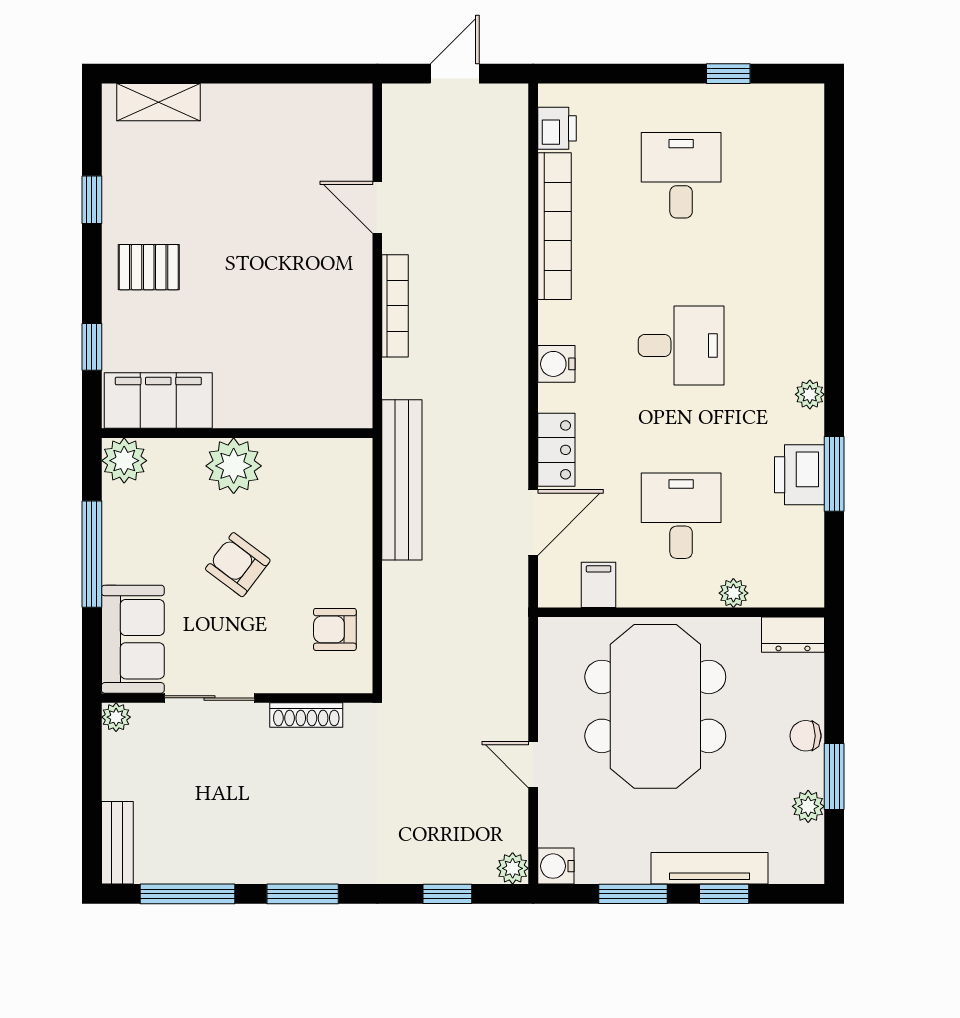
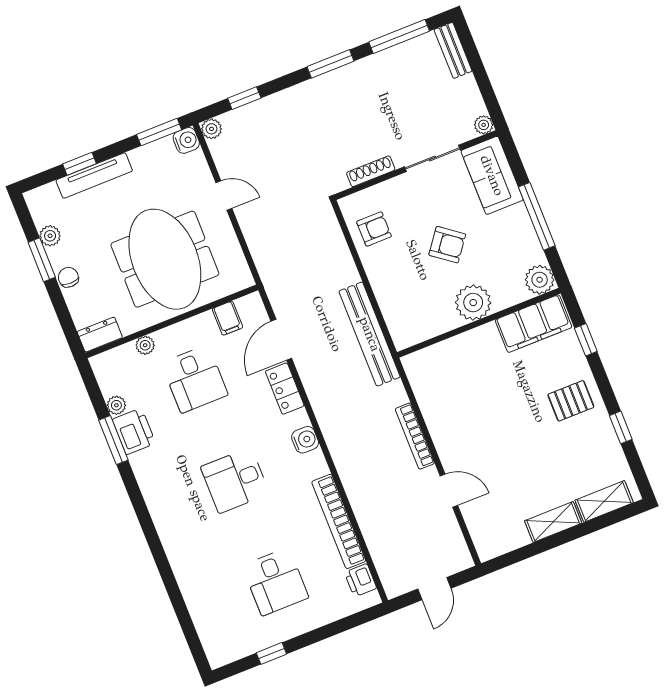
shelving: (244, 102) -> (553, 522), added
plant: (810, 394) -> (116, 405), moved
chair: (806, 736) -> (68, 277), turned -90
window: (633, 894) -> (159, 132), moved

